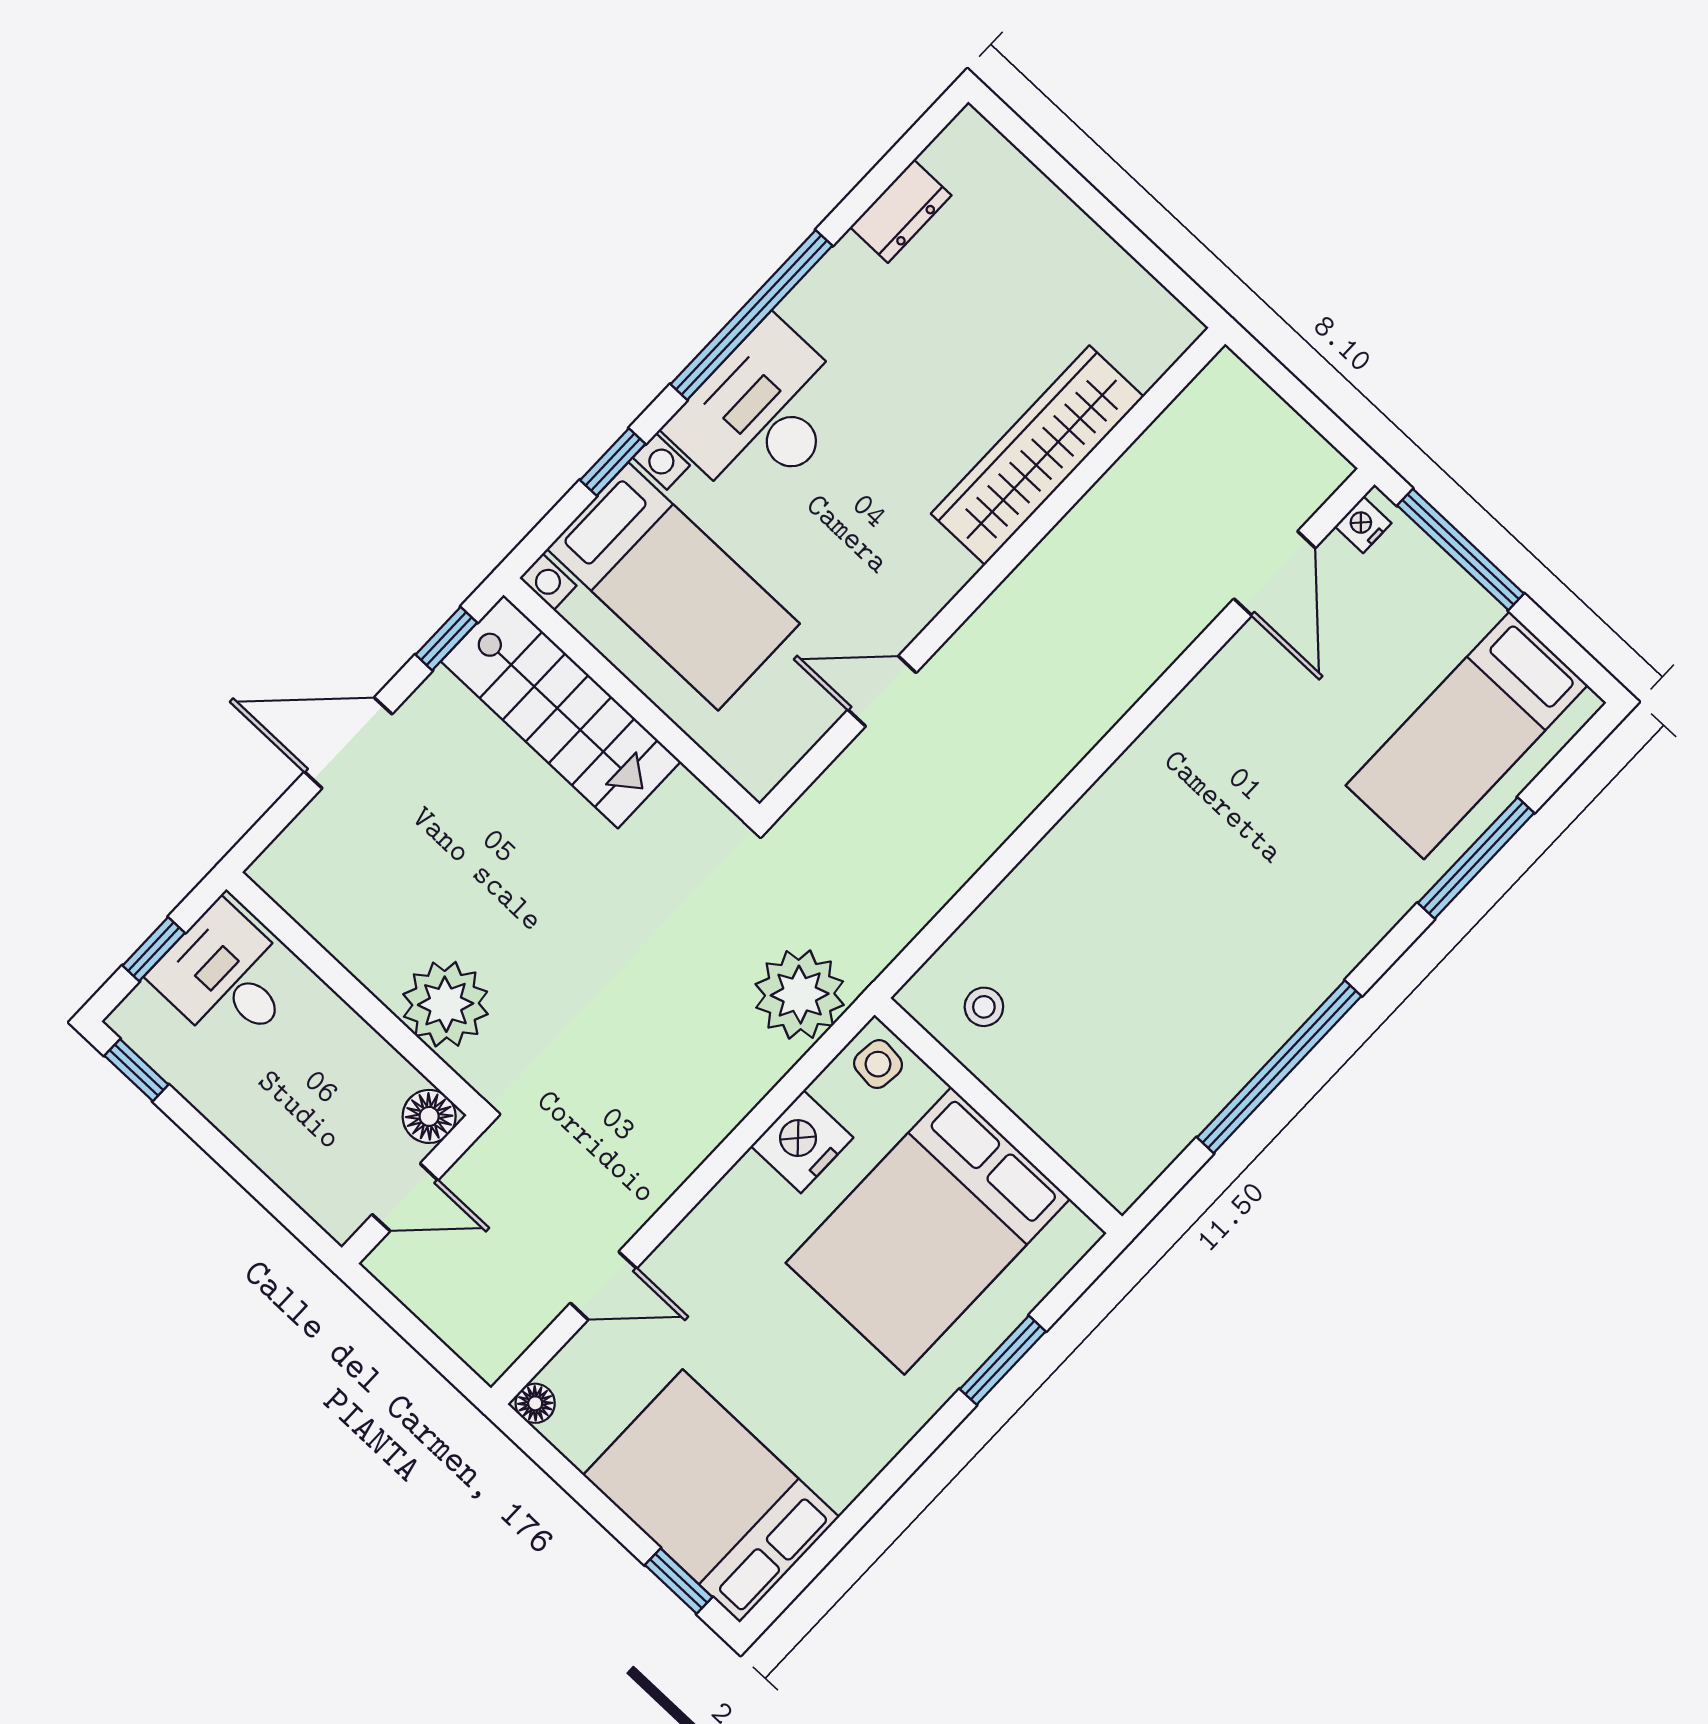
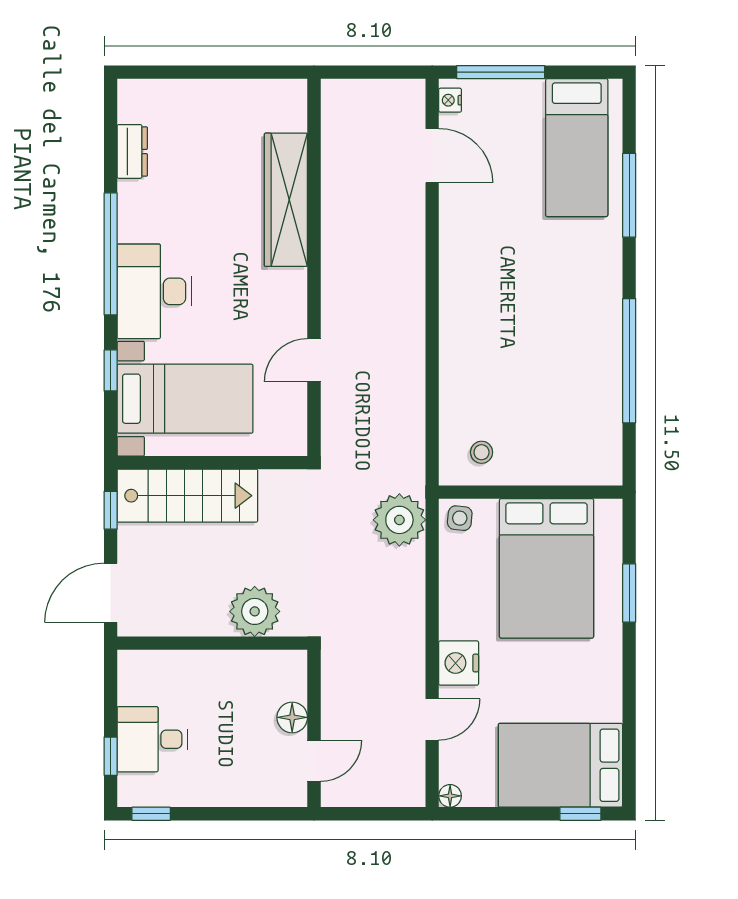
wall: (354, 994) -> (212, 643), moved
plant: (446, 1004) -> (255, 611), moved
nightstand: (802, 1142) -> (459, 663), moved

